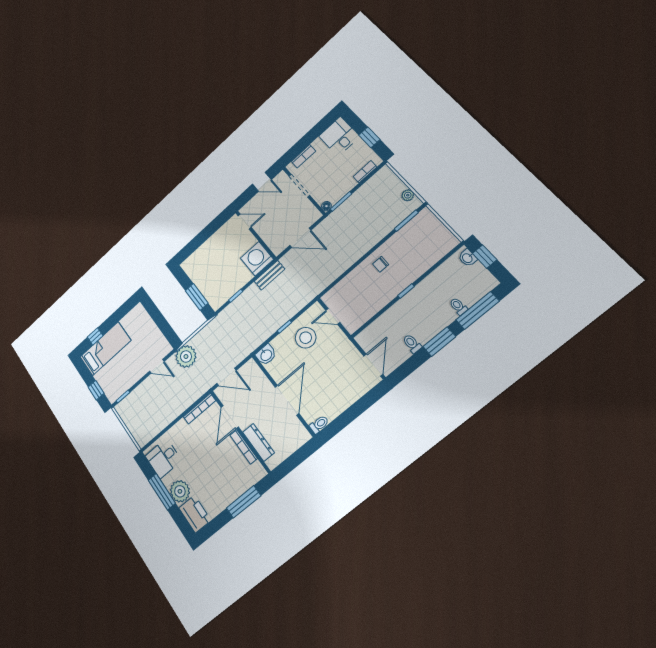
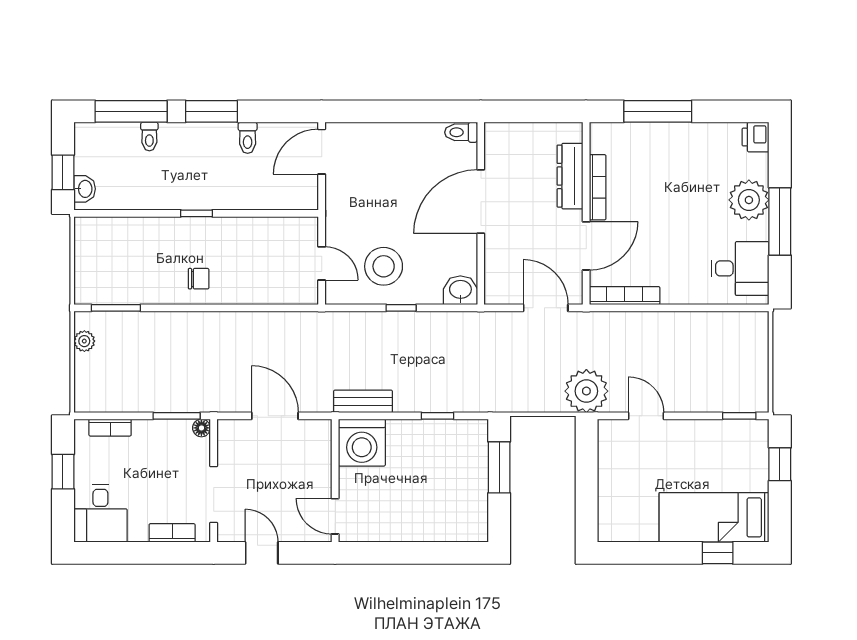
printer: (195, 514) -> (756, 137), width x0.53, depth x0.68

